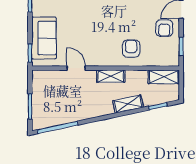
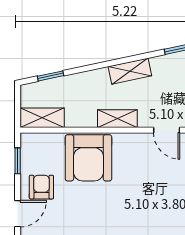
armchair: (131, 49) -> (88, 158), width x1.88, depth x1.88
shelving: (128, 104) -> (130, 71), moved

